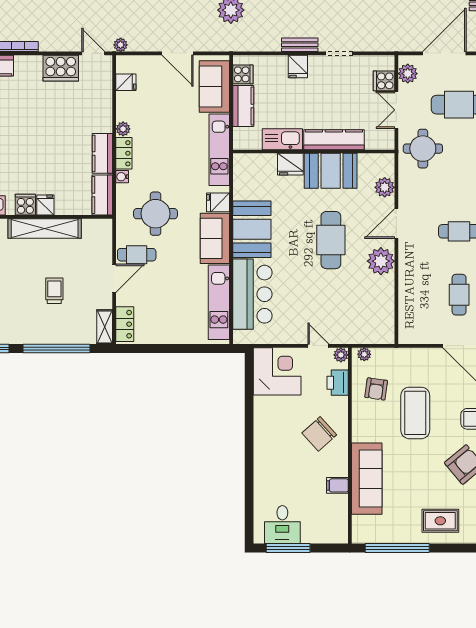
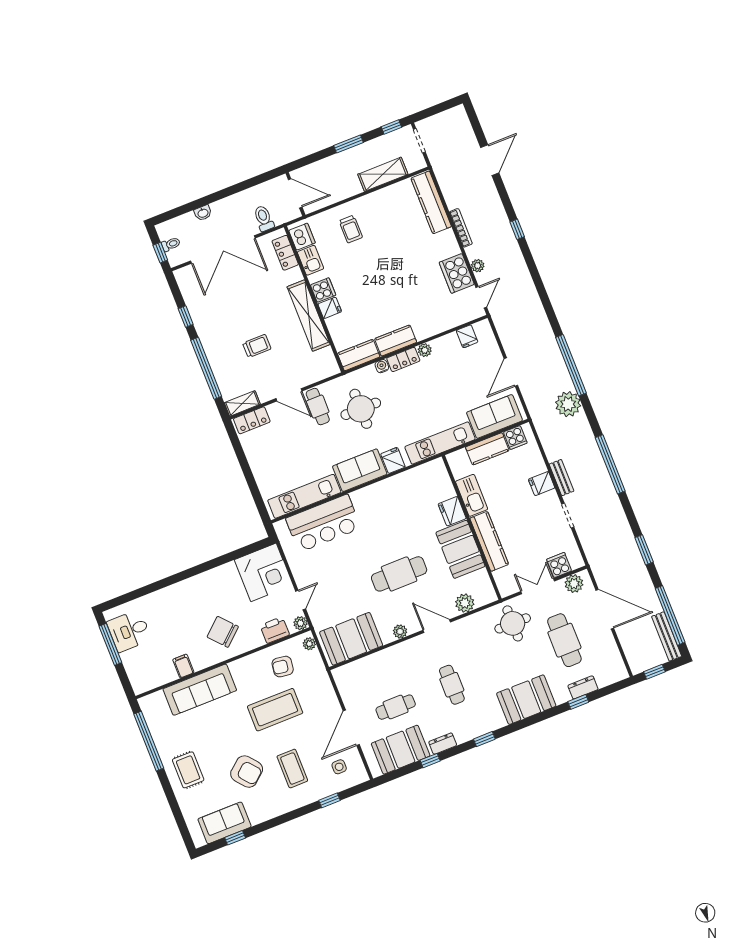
plant: (121, 45) -> (478, 266), moved
booth: (252, 229) -> (351, 639), moved
plant: (381, 261) -> (400, 631), width x0.53, depth x0.53

